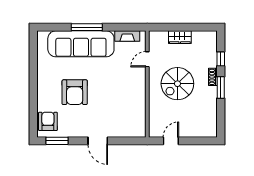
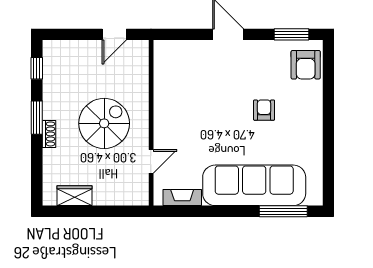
window: (87, 27) -> (283, 211), moved
wardrobe: (180, 37) -> (74, 196), moved
window: (221, 59) -> (37, 68), moved
armchair: (75, 92) -> (264, 110), width x0.53, depth x0.53

